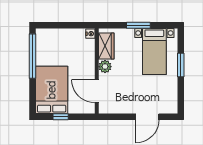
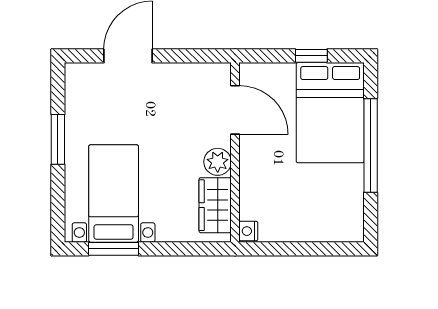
window: (138, 25) -> (114, 249), moved
window: (32, 56) -> (371, 146), moved
window: (181, 65) -> (58, 139), moved

